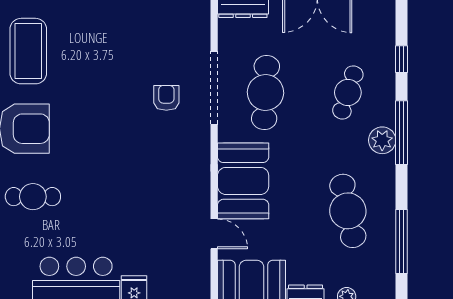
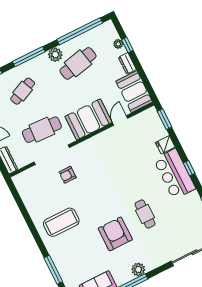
coffee table: (28, 51) -> (61, 222), moved
cafe table: (348, 92) -> (23, 91), turned -42
plant: (382, 140) -> (55, 55), moved
window: (401, 242) -> (80, 31), width x1.46

